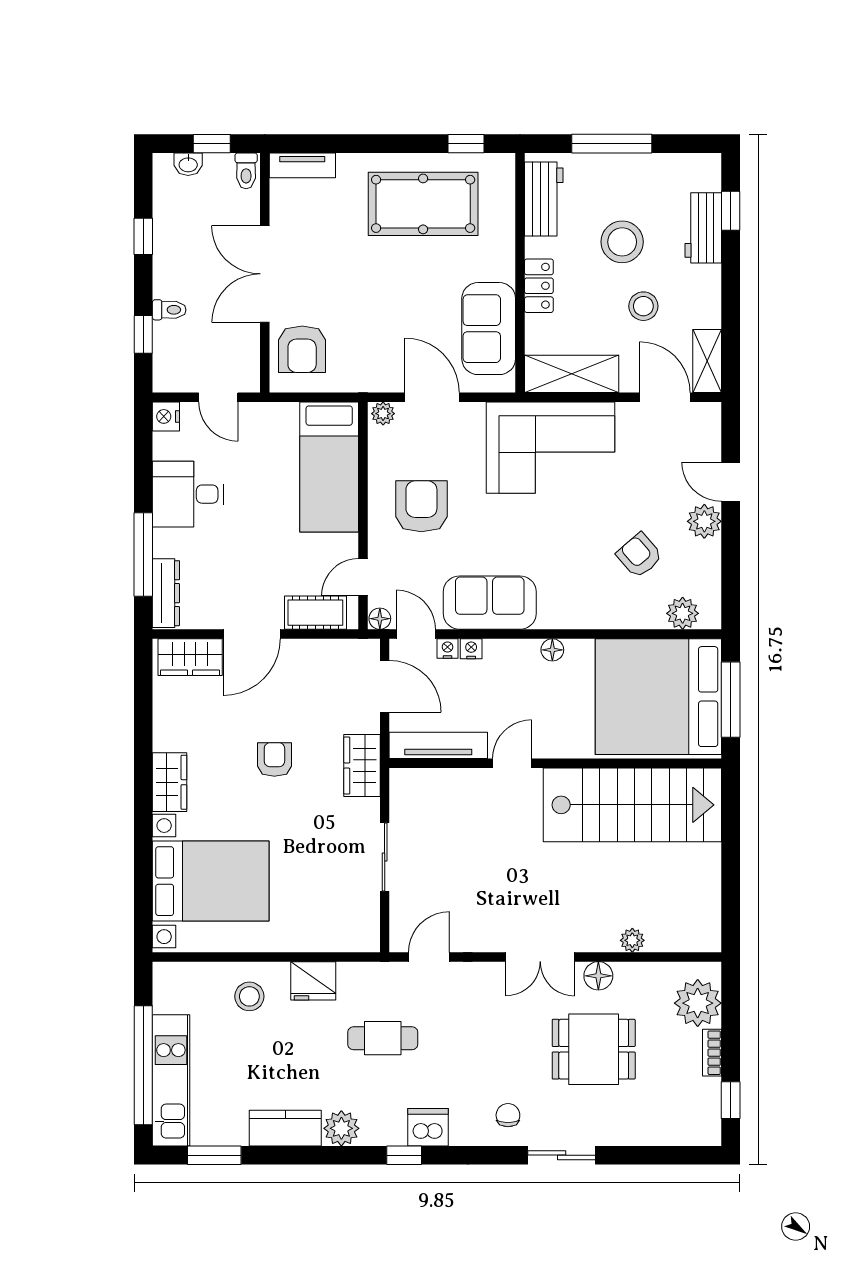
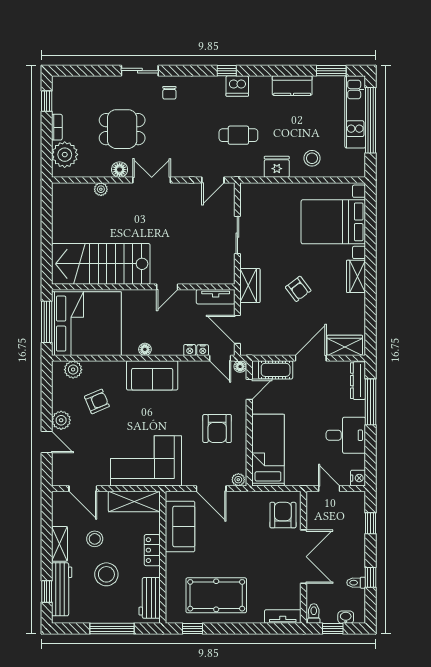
workbench: (703, 228) -> (62, 589), width x1.38
toilet: (169, 310) -> (356, 583), moved
shelving: (707, 361) -> (60, 544), moved
armchair: (639, 555) -> (97, 401), turned -72
sofa: (490, 603) -> (152, 375), moved
tv unit: (438, 745) -> (216, 297), width x0.71
armchair: (274, 759) -> (298, 289), turned -37
dishwasher: (428, 1127) -> (237, 86), moved
plant: (341, 1128) -> (261, 85), removed

